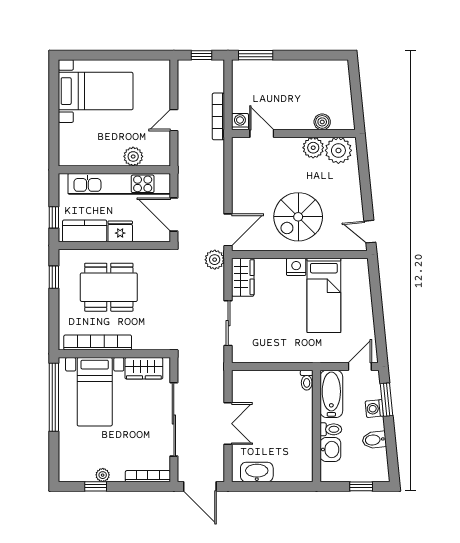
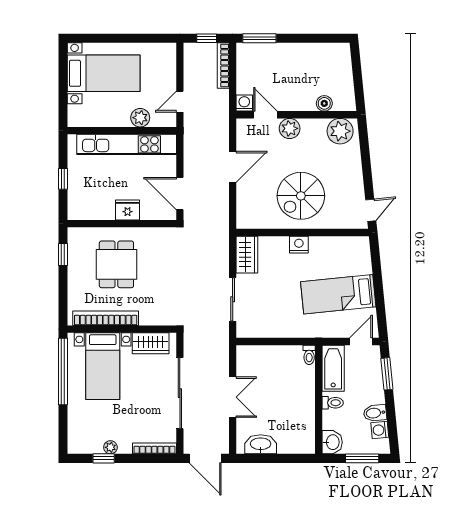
bookcase: (218, 116) -> (223, 66), moved
plant: (313, 148) -> (290, 128), moved
plant: (133, 156) -> (140, 118), moved
wall: (114, 170) -> (122, 131), moved
kitchen unit: (119, 184) -> (127, 144), moved
window: (54, 217) -> (63, 179), moved
door: (228, 230) -> (233, 167), moved
kitchen counter: (85, 231) -> (93, 210), removed
door: (370, 232) -> (371, 210), swing flipped
plant: (215, 260) -> (219, 237), removed
dining table: (109, 287) -> (116, 264), width x0.73
bed: (324, 295) -> (338, 294), moved, turned 84
washing machine: (374, 409) -> (380, 430), moved
washbasin: (330, 450) -> (332, 442), moved
window: (361, 486) -> (362, 458), width x1.50

